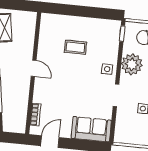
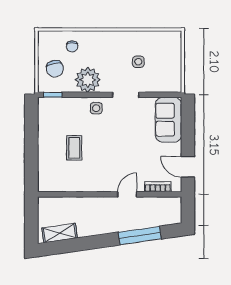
door: (34, 68) -> (127, 194), moved

